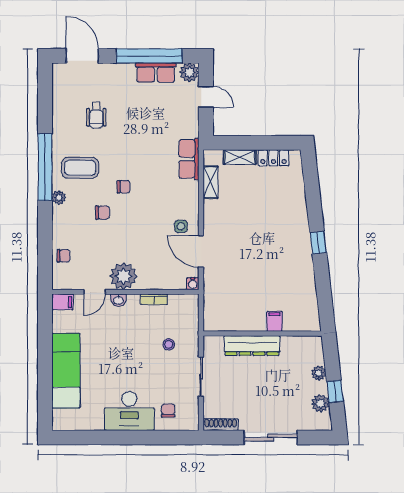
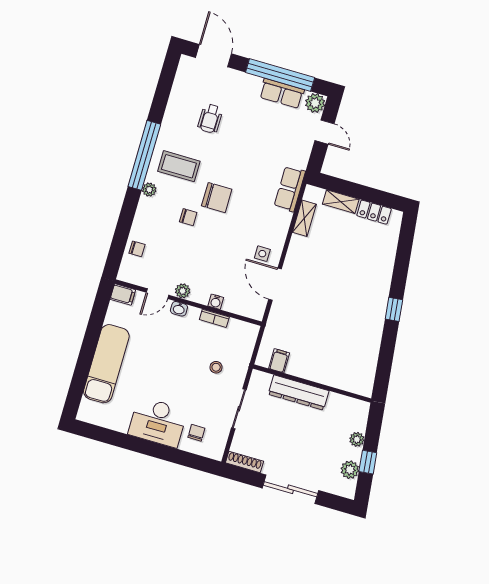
chair: (124, 187) -> (217, 198), width x1.87, depth x1.87
plant: (123, 276) -> (183, 291), width x0.53, depth x0.53
water cooler: (193, 284) -> (216, 302), moved
filing cabinet: (274, 321) -> (279, 361), moved

